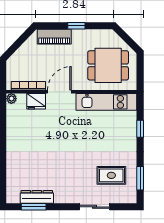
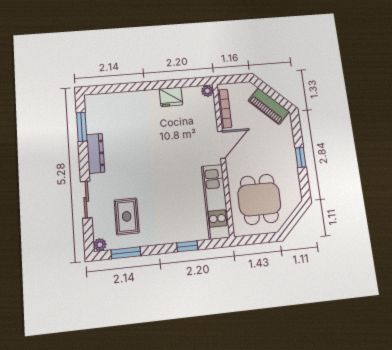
piano: (54, 37) -> (269, 106), moved, turned -46
door: (59, 92) -> (221, 145), hinge flipped
fridge: (36, 101) -> (171, 97), moved, turned -90
dresser: (37, 197) -> (95, 153), moved
plant: (132, 198) -> (100, 245), added

